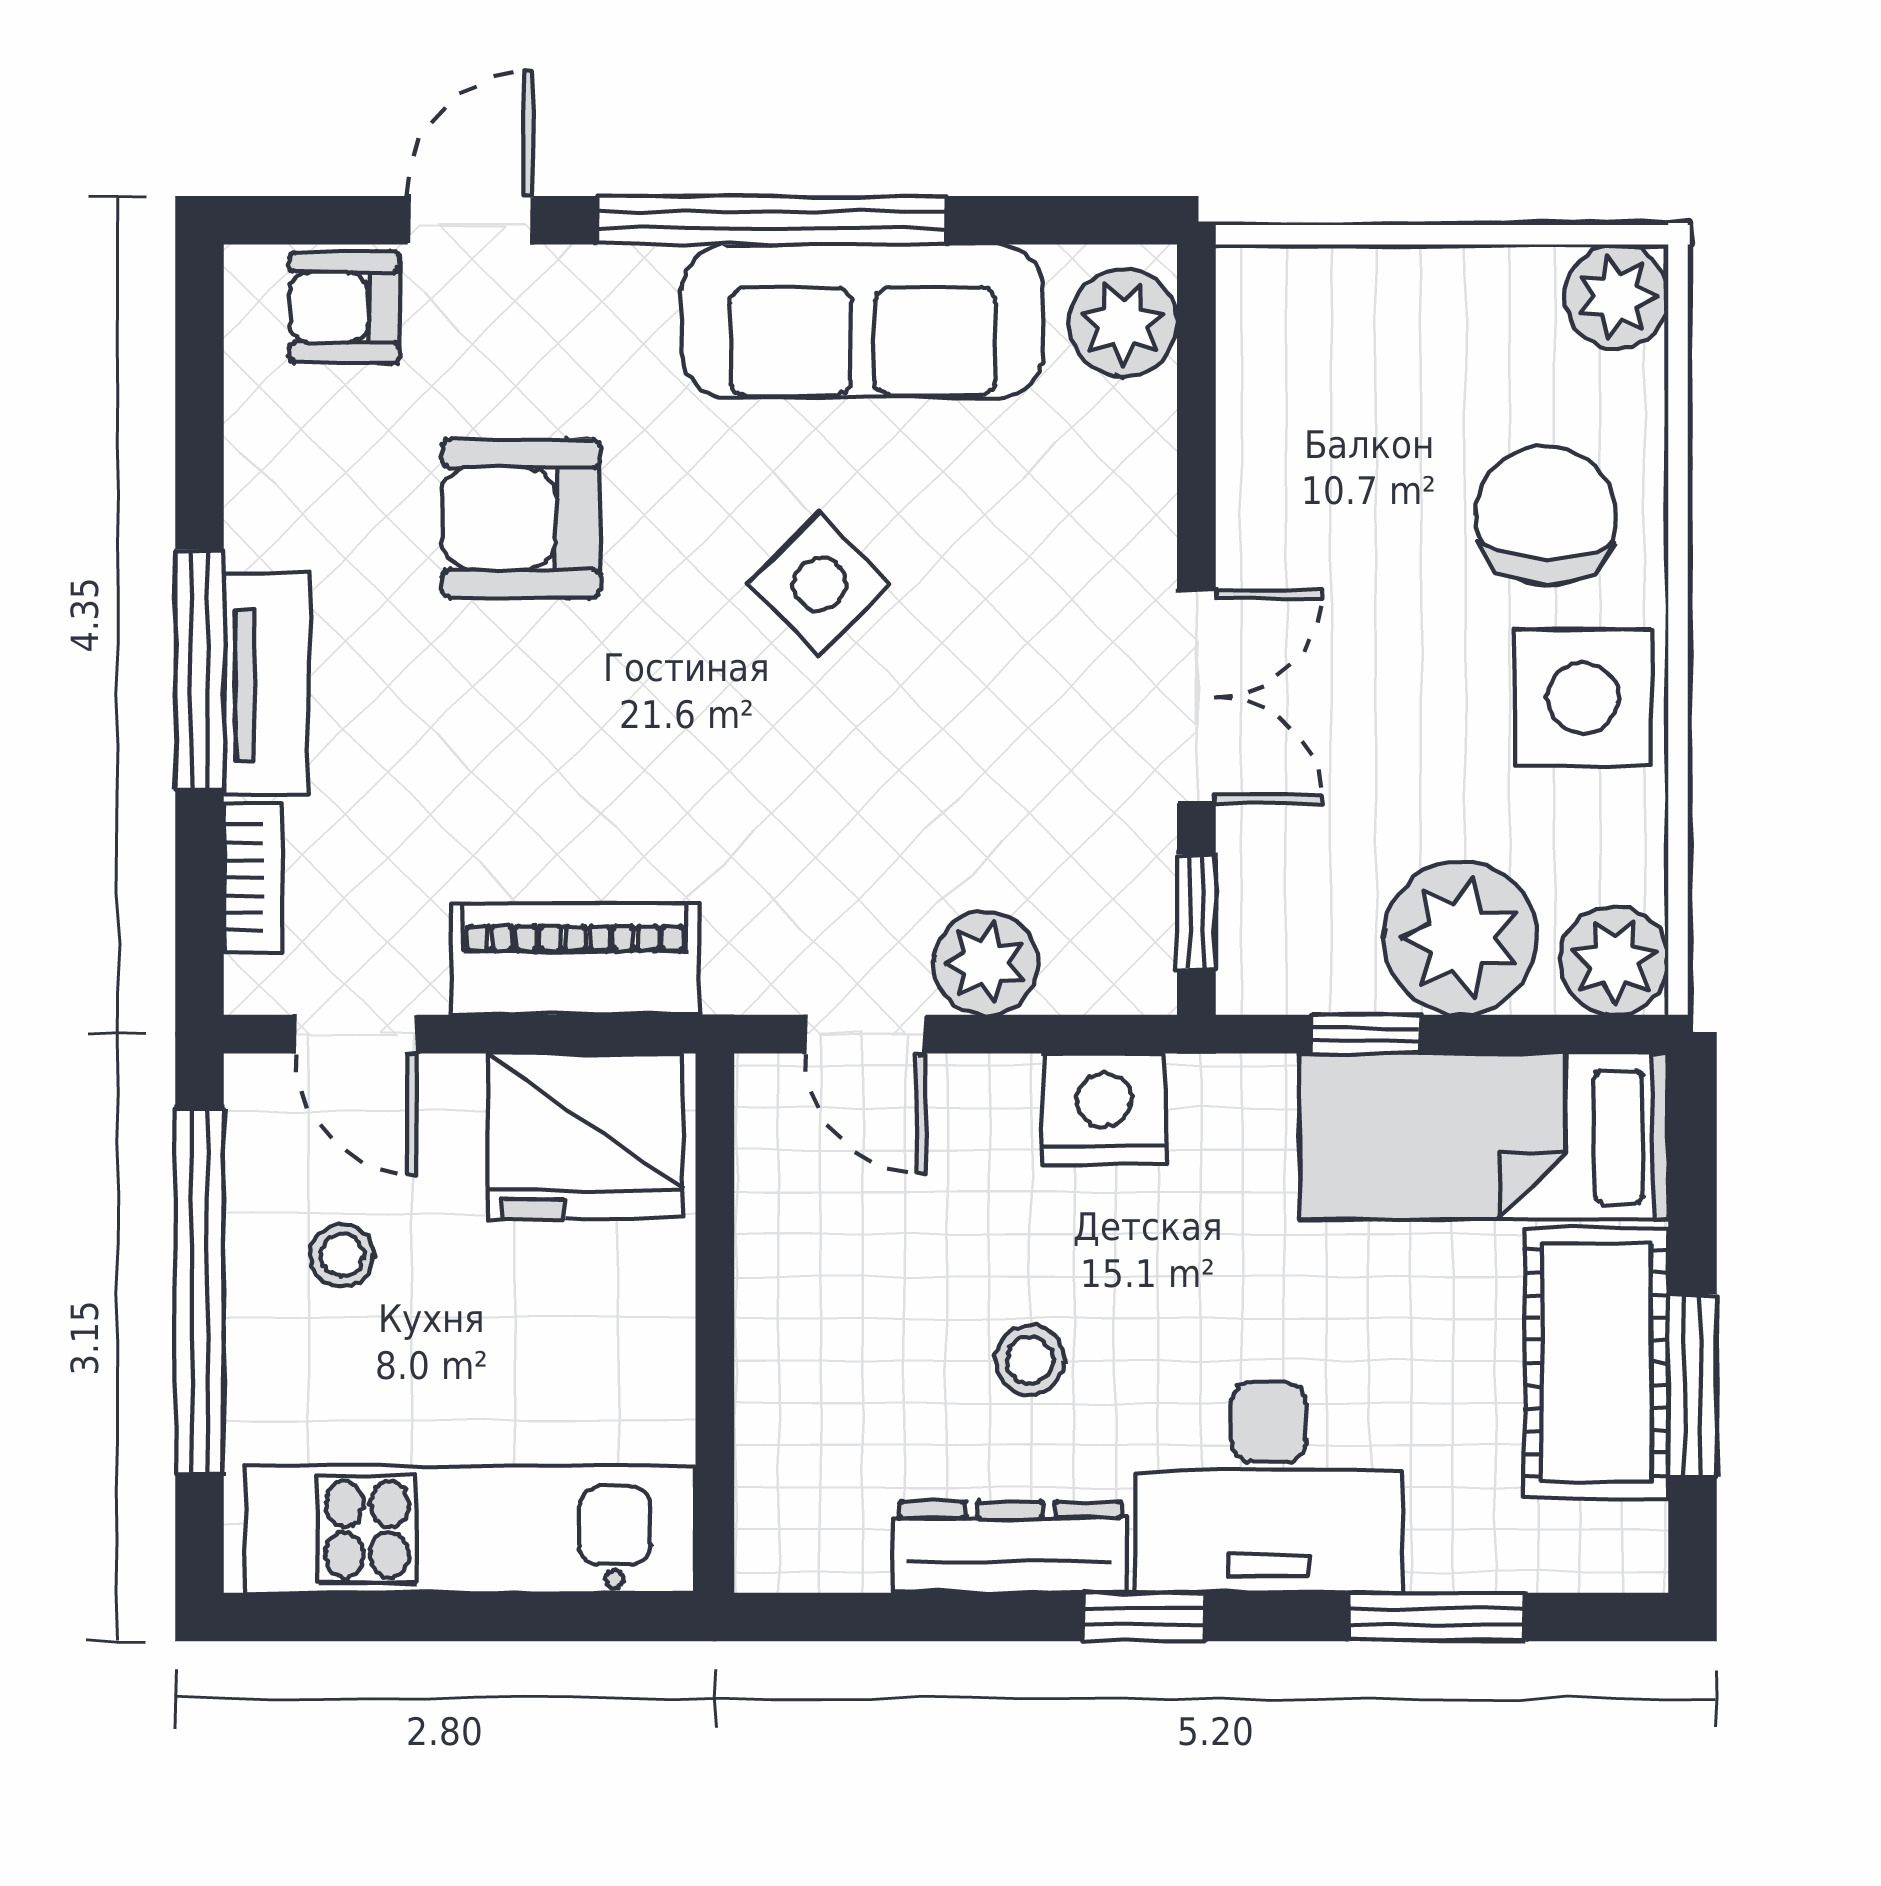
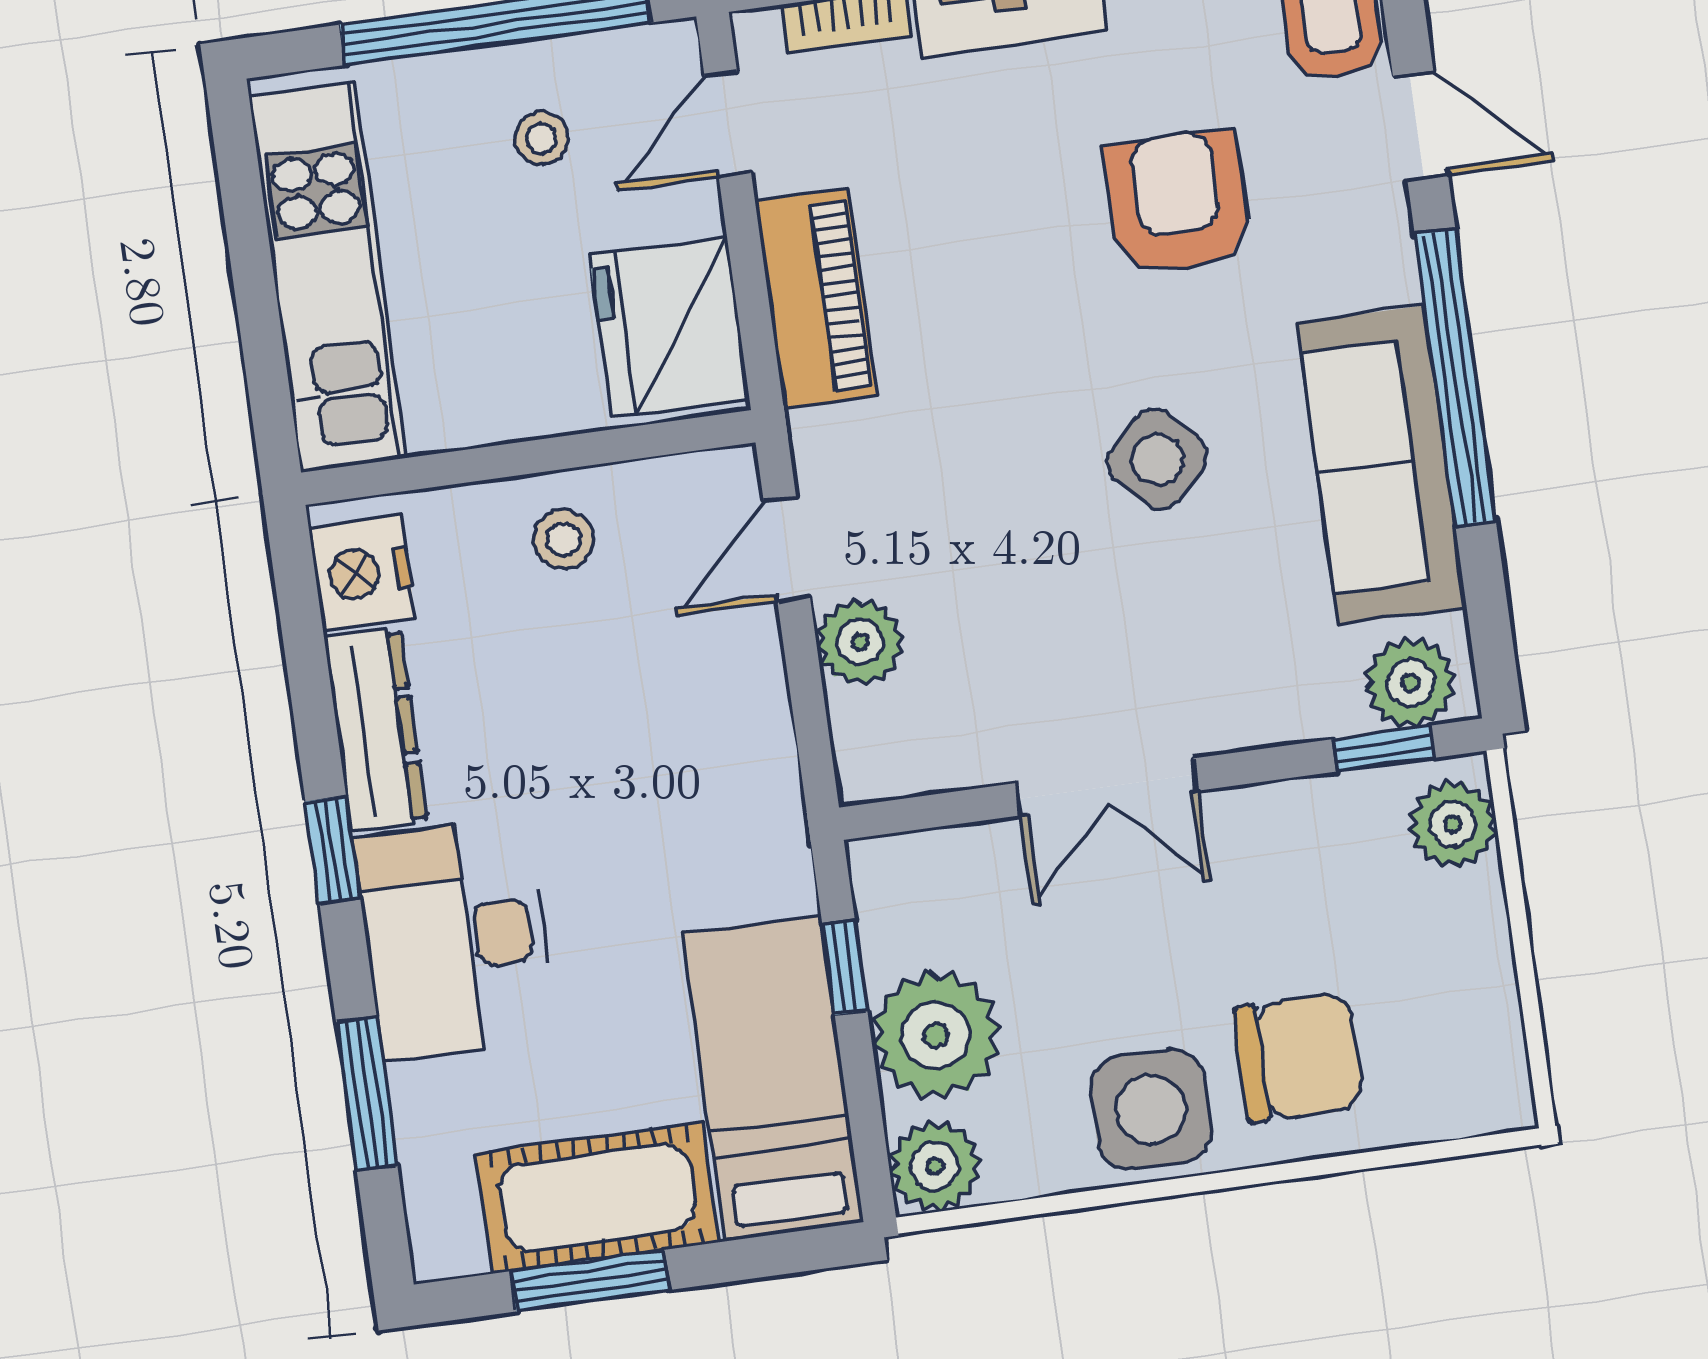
plant: (1617, 296) -> (1453, 824), moved
window: (1196, 912) -> (1383, 749), moved
nightstand: (1104, 1109) -> (362, 573), moved, turned 180
stool: (1030, 1360) -> (563, 539), moved

